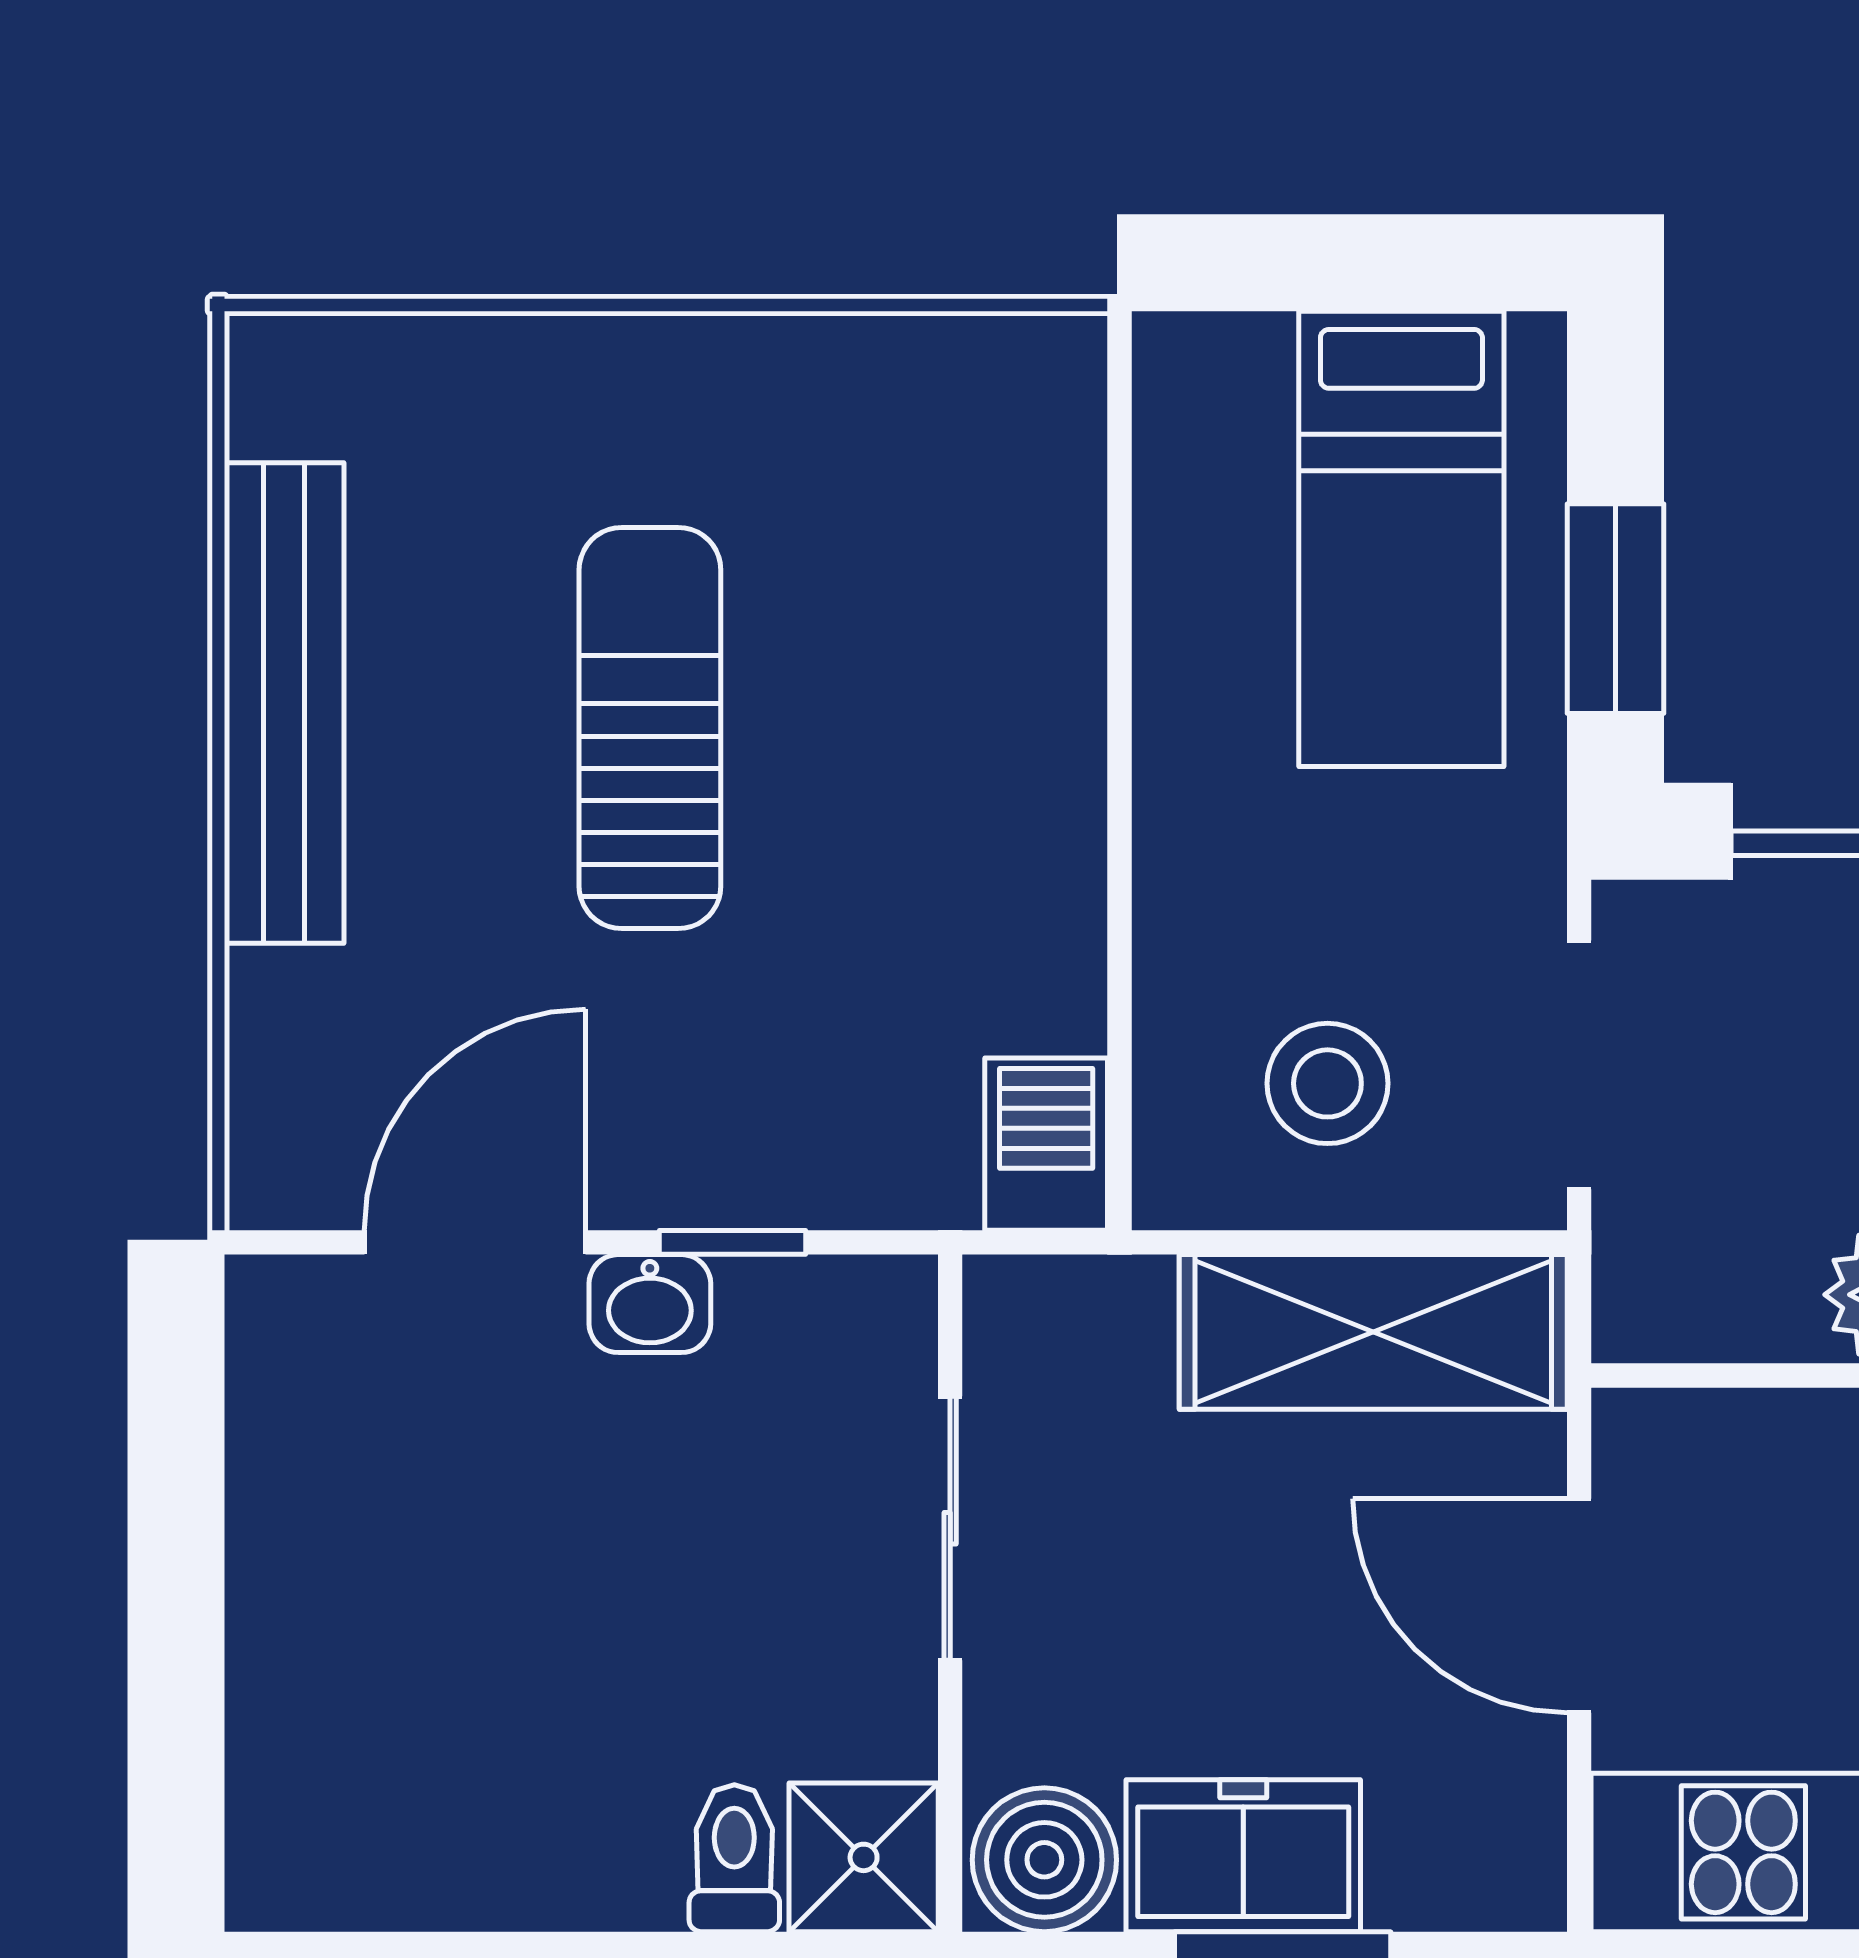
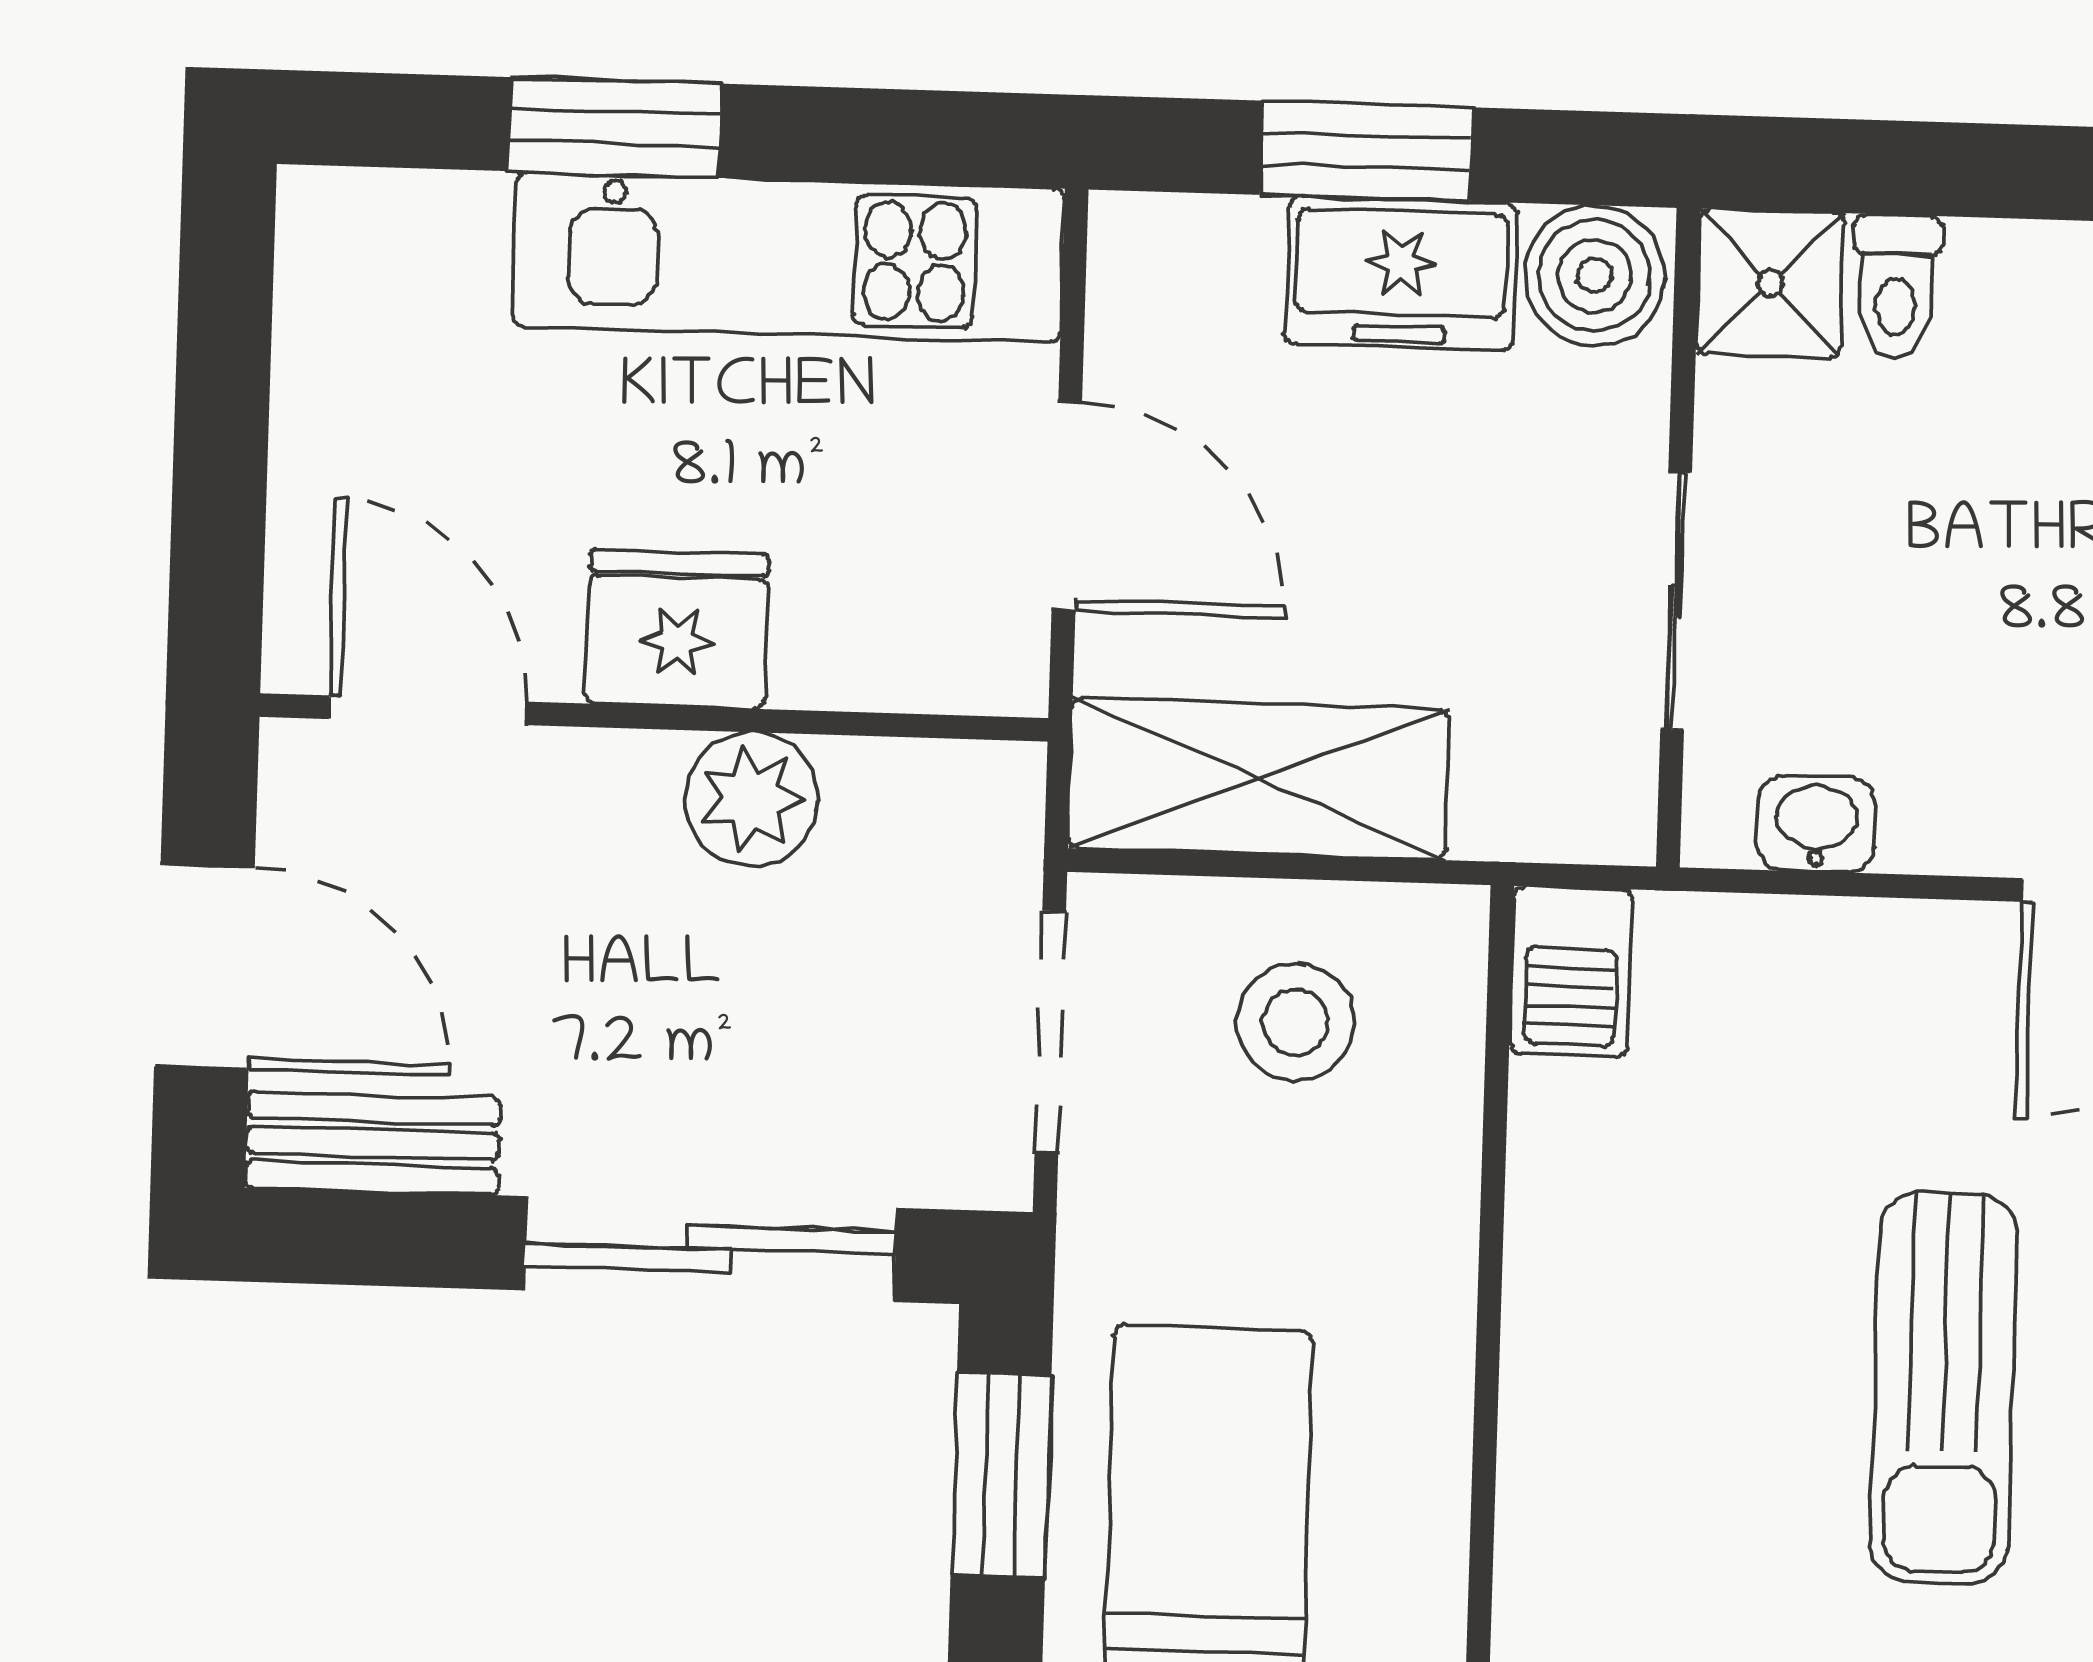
window: (732, 1242) -> (1879, 885), removed
washbasin: (650, 1304) -> (1816, 824), moved

